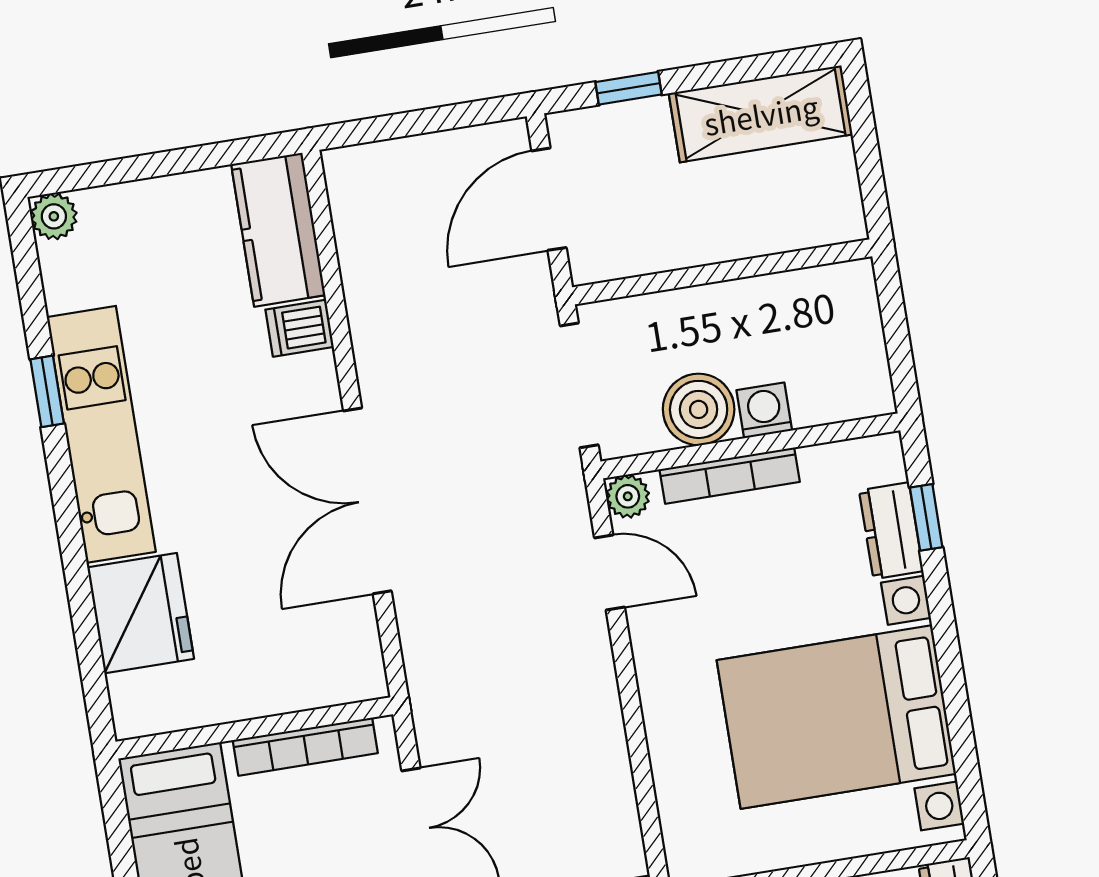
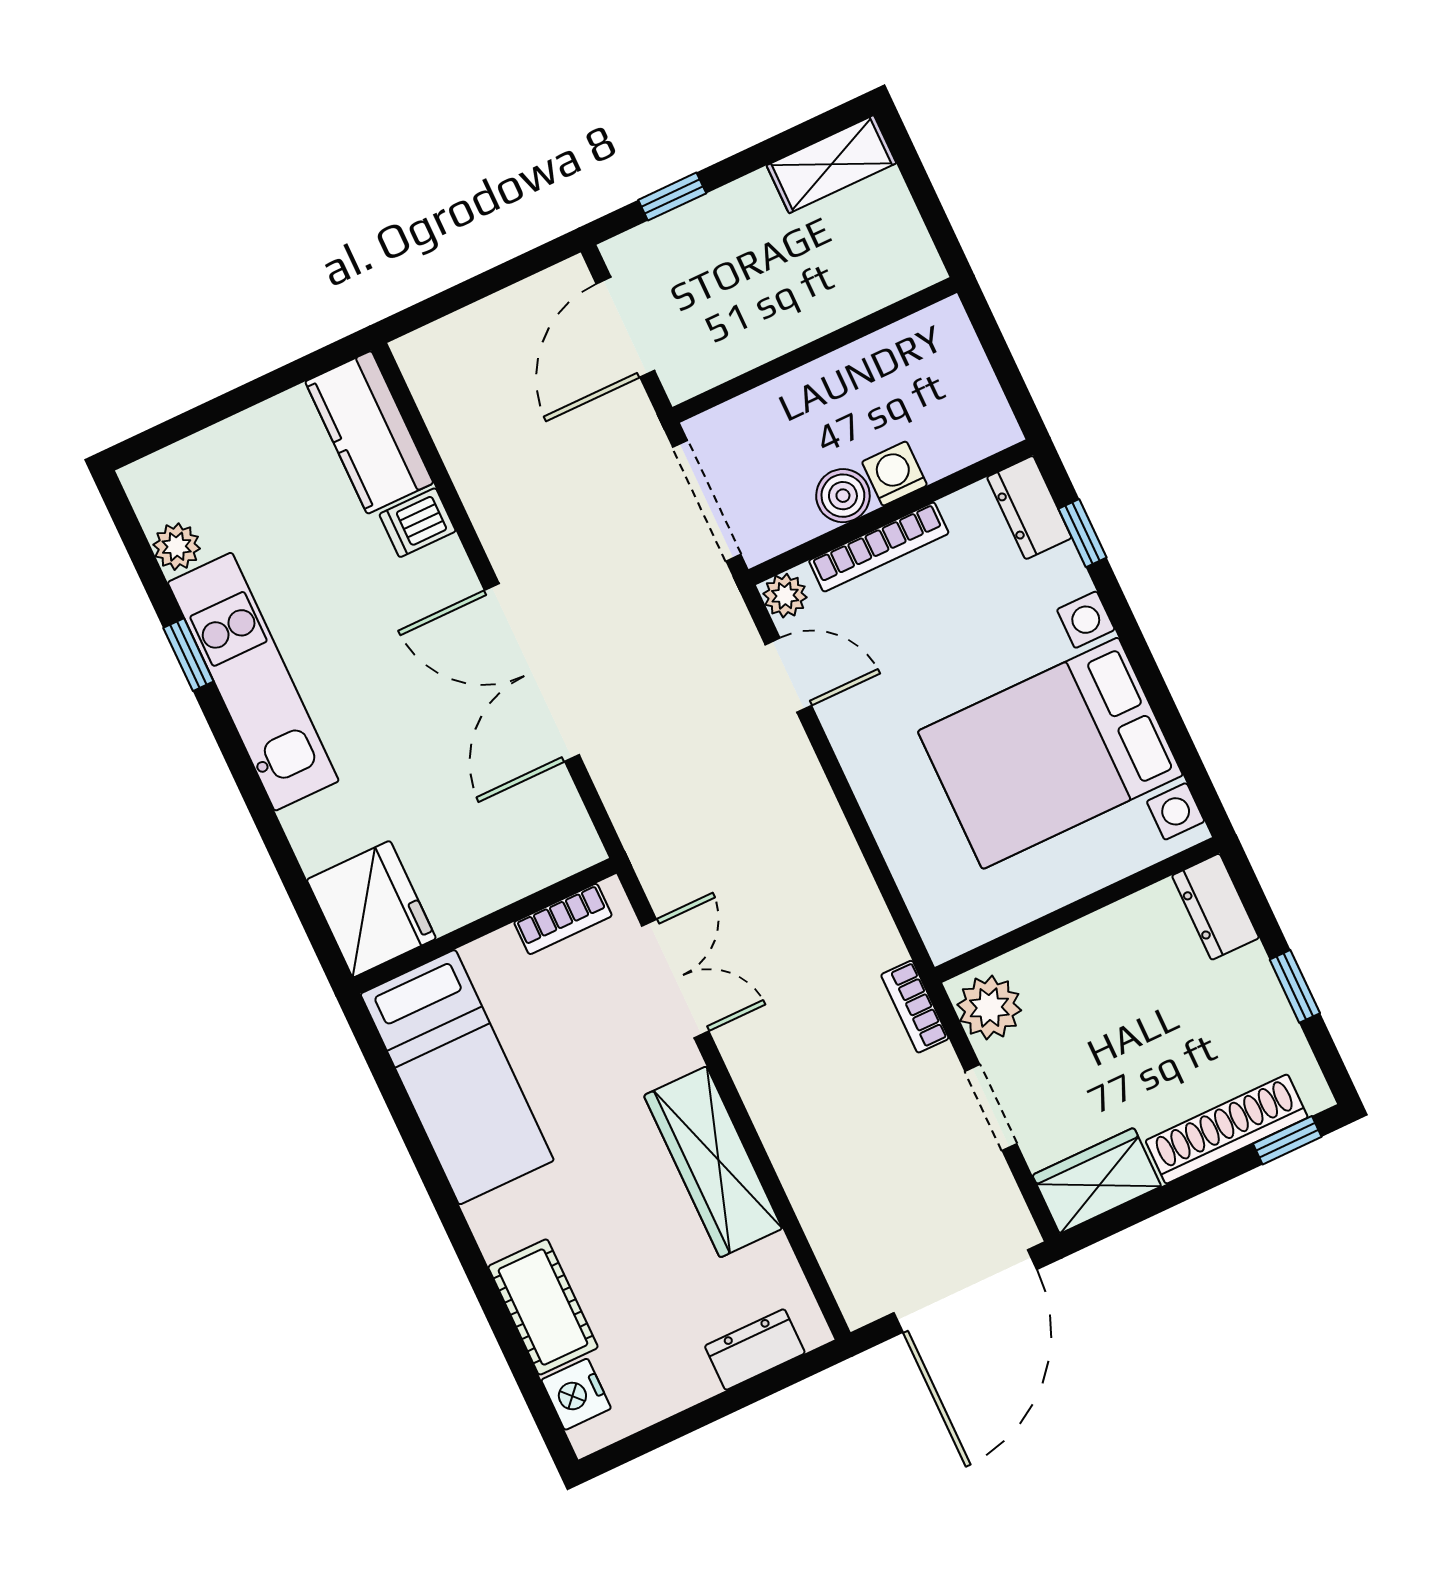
shelving: (761, 114) -> (831, 164), width x0.67, depth x0.75
plant: (54, 216) -> (177, 547), moved
boiler: (699, 409) -> (843, 496), width x0.73, depth x0.73
dresser: (891, 531) -> (1029, 507), moved
fridge: (141, 613) -> (371, 909), moved
bookcase: (305, 747) -> (563, 919), width x0.64

